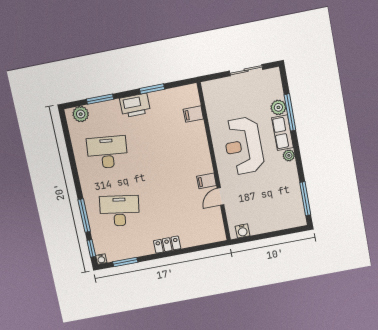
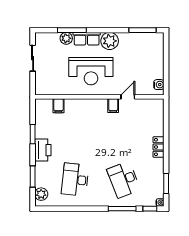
plant: (289, 155) -> (110, 41), width x1.87, depth x1.87
door: (220, 197) -> (128, 97), swing flipped
desk: (119, 211) -> (124, 180), turned -30

